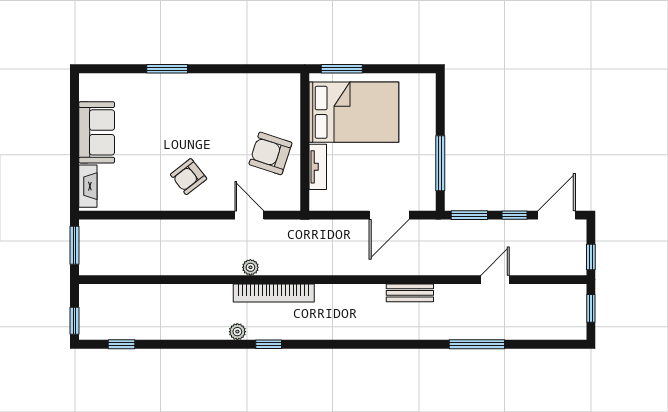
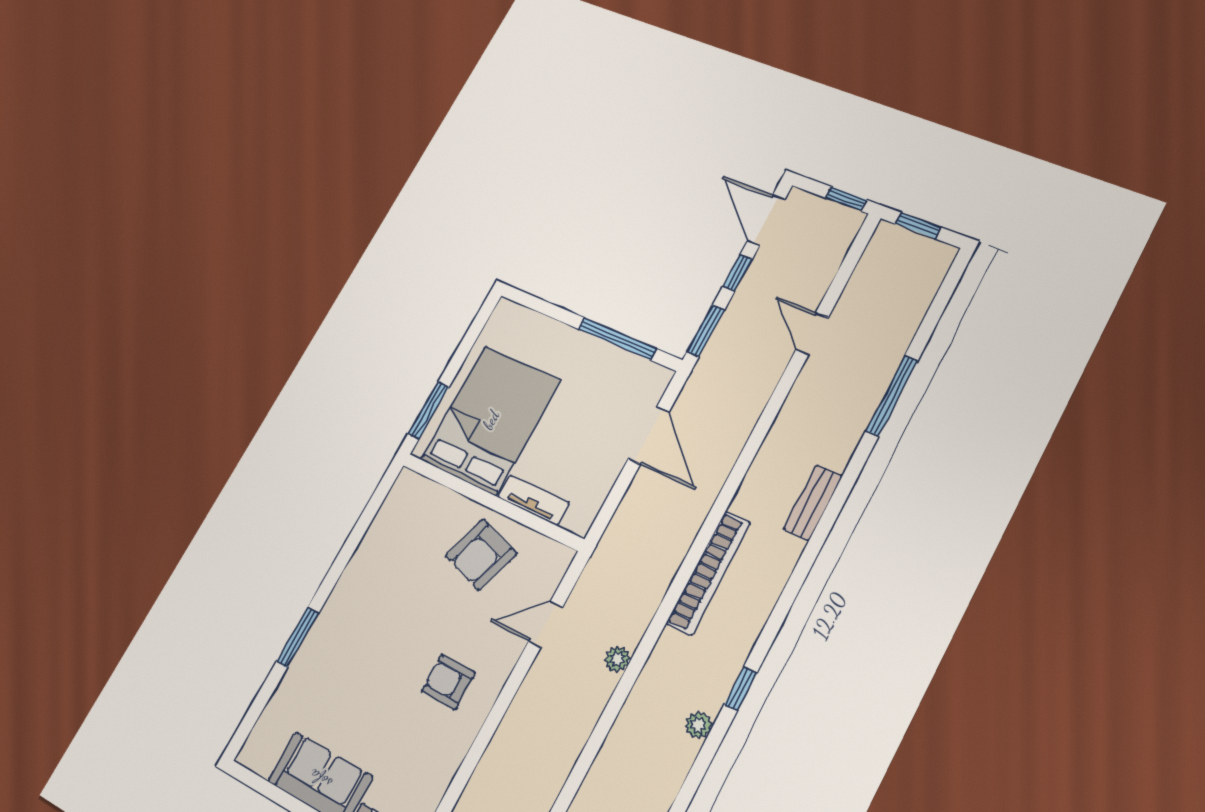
armchair: (189, 177) -> (448, 682), turned 128
bookcase: (274, 293) -> (709, 573), moved
bench: (410, 293) -> (813, 503), moved

